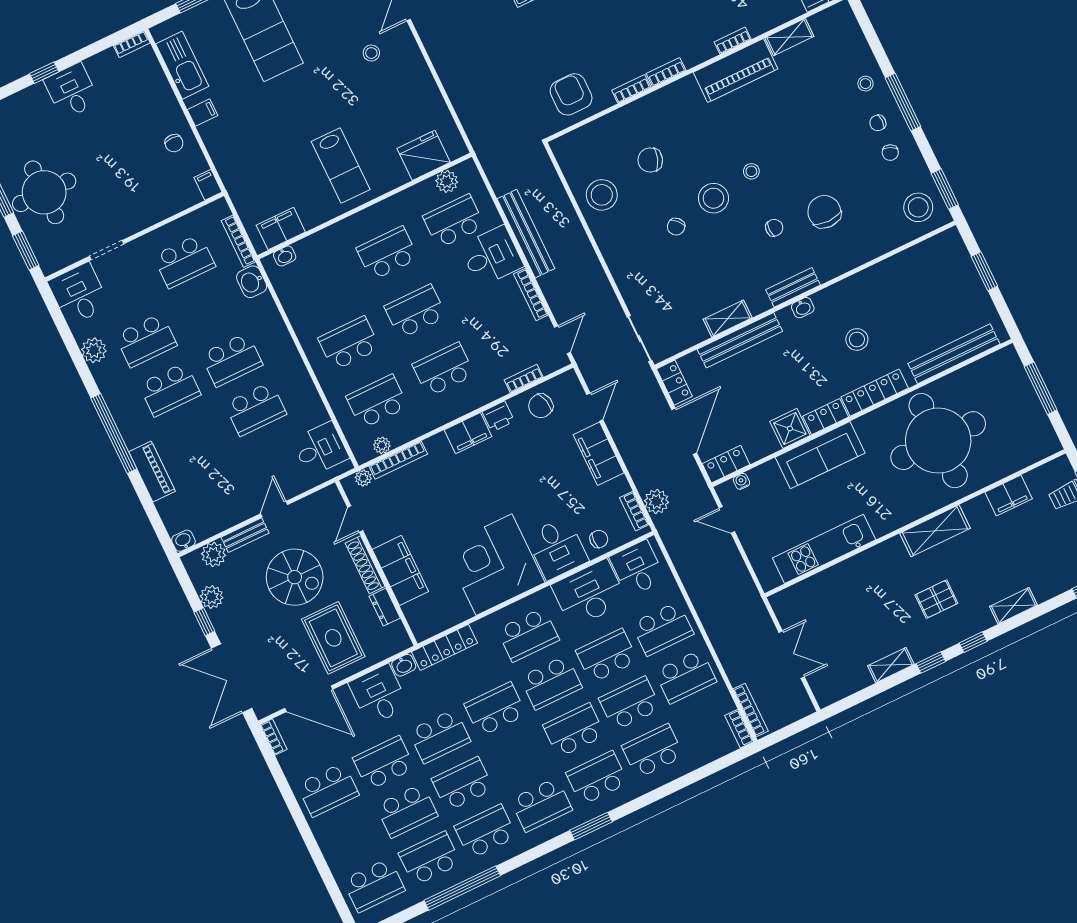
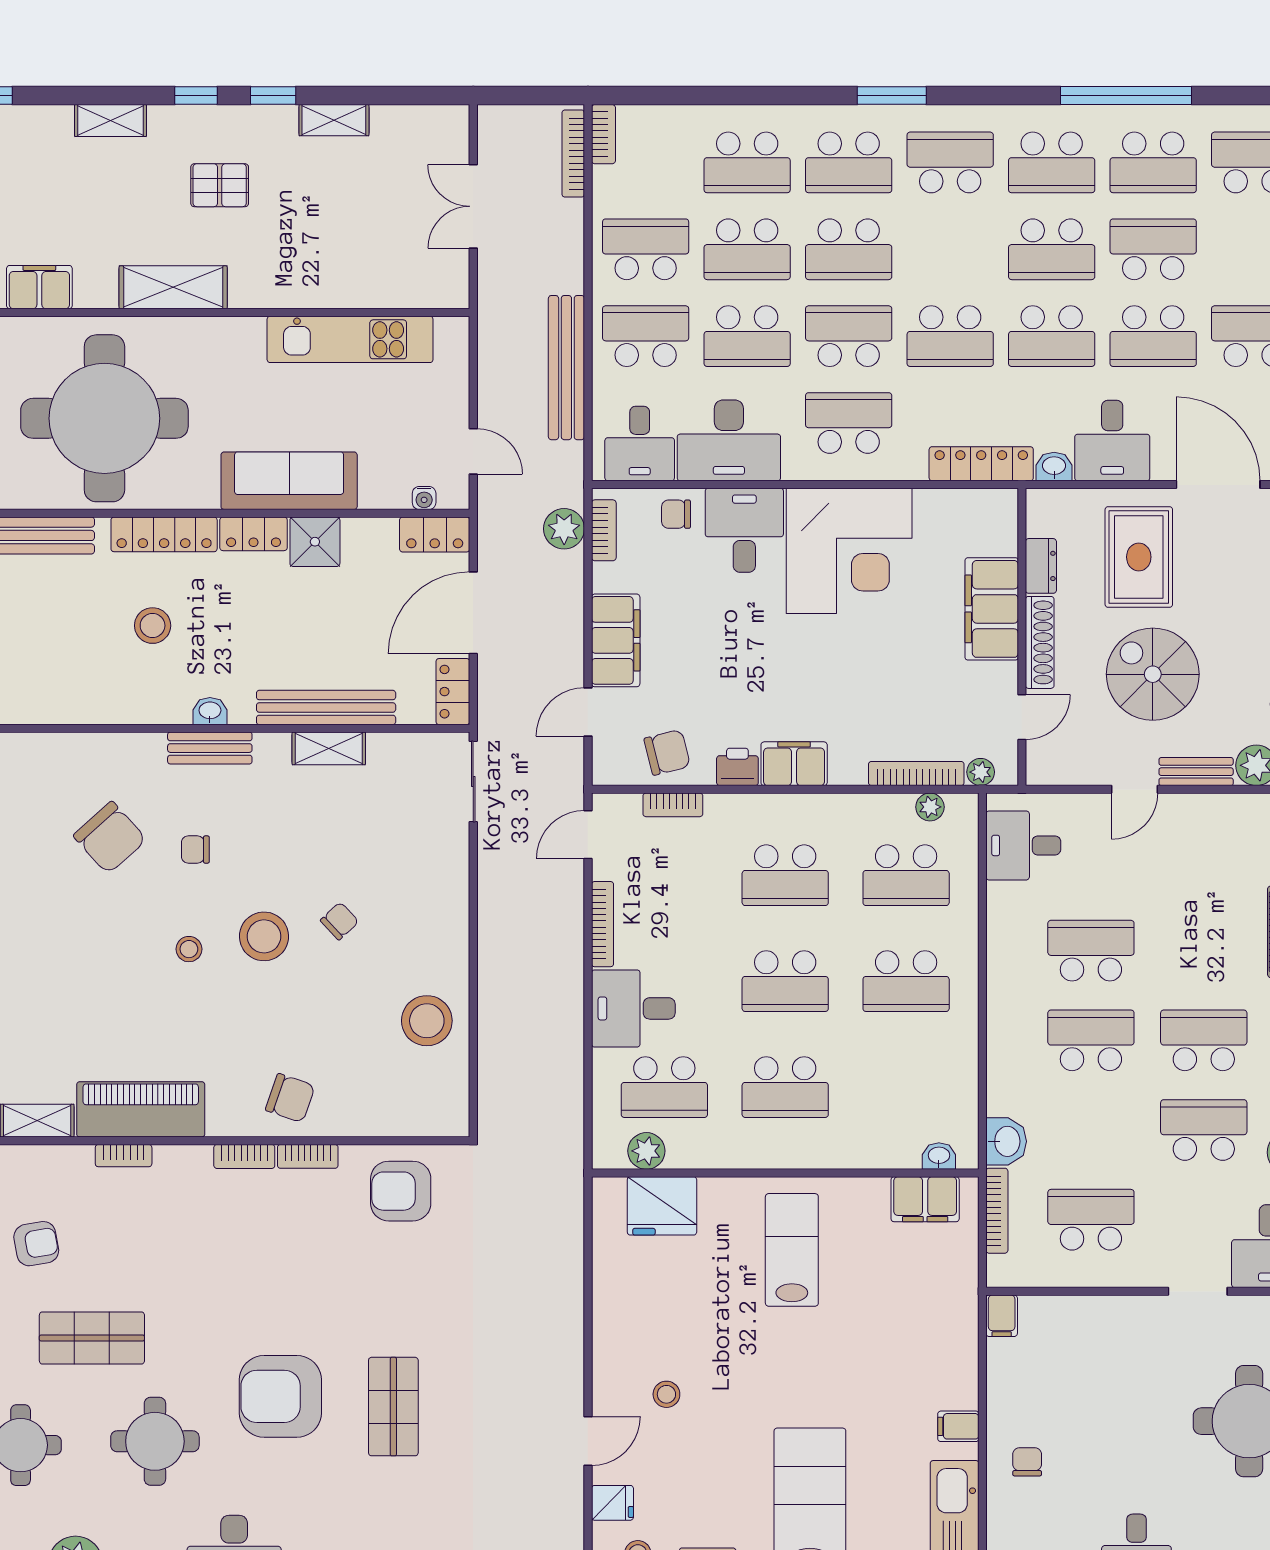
armchair: (571, 94) -> (401, 1191), turned 90
chair: (174, 143) -> (1027, 1462), moved
chair: (650, 160) -> (290, 1098), moved
chair: (824, 212) -> (110, 838), turned -42
bench: (526, 234) -> (566, 368), moved
school desk: (440, 736) -> (1052, 336), turned 180

